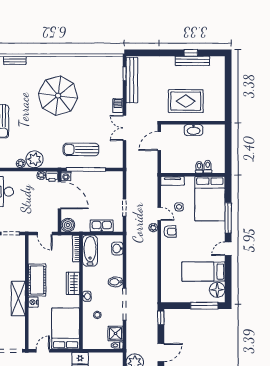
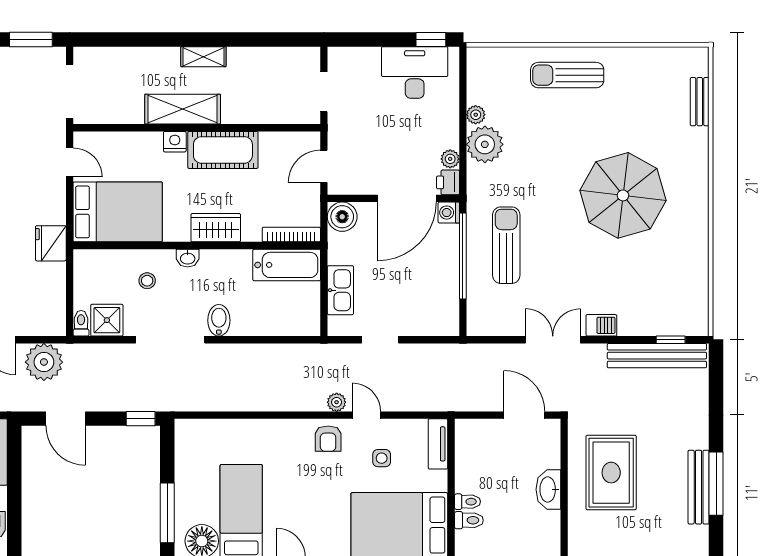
window: (191, 53) -> (716, 484), width x2.17
door: (159, 214) -> (366, 415), swing flipped
washbasin: (117, 249) -> (291, 324), removed

